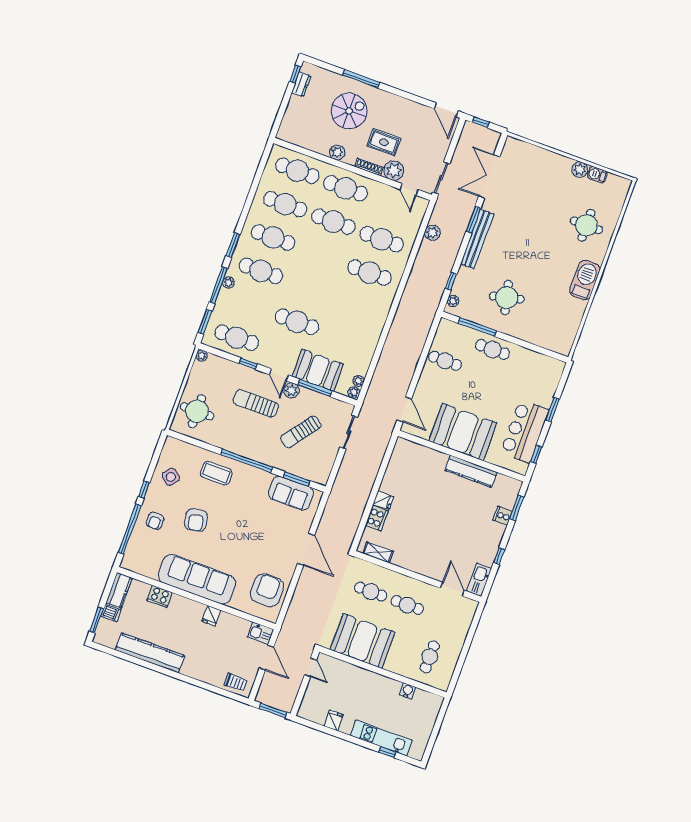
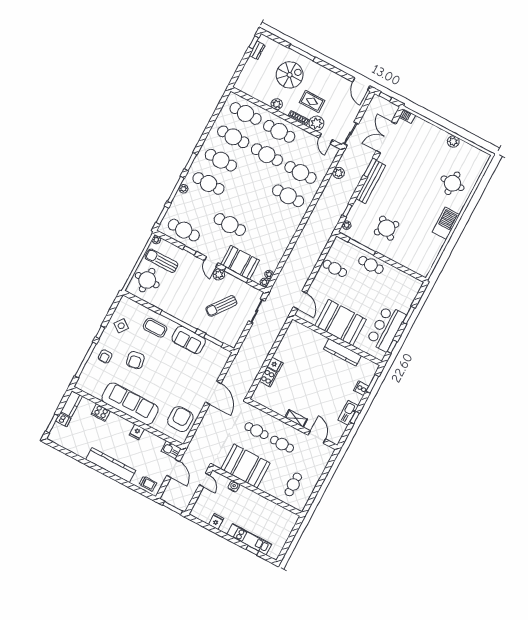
barbecue: (597, 175) -> (407, 116), moved
round table: (507, 298) -> (387, 228), turned -38
sun lounger: (256, 403) -> (162, 261), moved
sofa: (291, 493) -> (189, 340), moved
shelving: (378, 552) -> (296, 418), moved
kitchen sink: (479, 580) -> (348, 413), moved
kitchen counter: (150, 653) -> (111, 465), moved
water cooler: (407, 691) -> (234, 486), moved

